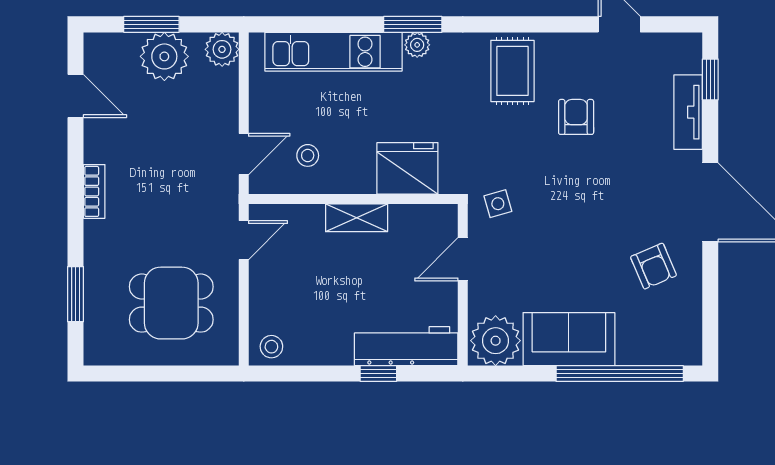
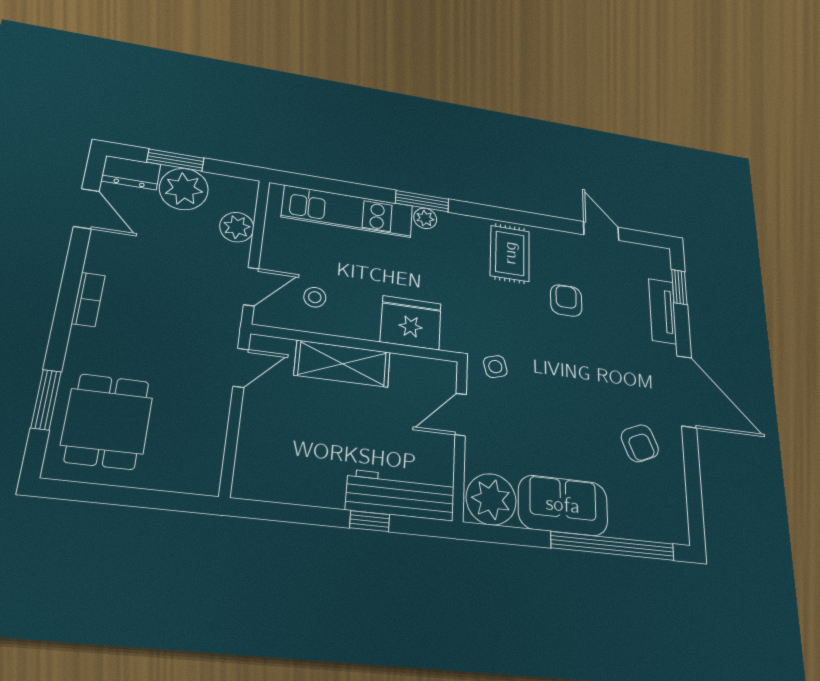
dresser: (111, 48) -> (131, 173), added
plant: (222, 49) -> (237, 227), moved
shelving: (357, 218) -> (342, 364), width x1.50, depth x1.33
dining table: (171, 303) -> (107, 421), moved, turned 90
stool: (271, 347) -> (257, 480), removed

